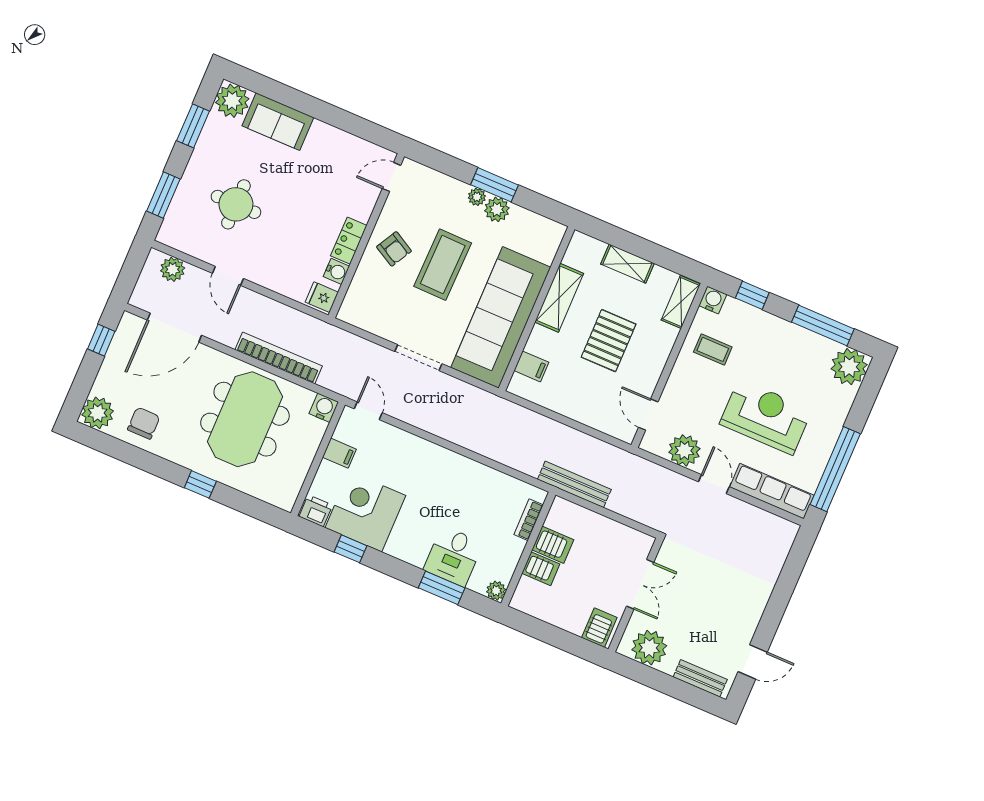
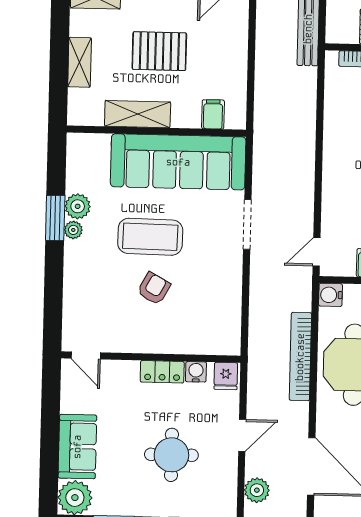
door: (392, 177) -> (86, 355), moved
wall: (366, 236) -> (151, 357), moved
locker: (349, 241) -> (162, 372), moved
water cooler: (336, 271) -> (196, 372), moved
fridge: (322, 297) -> (226, 376), moved

